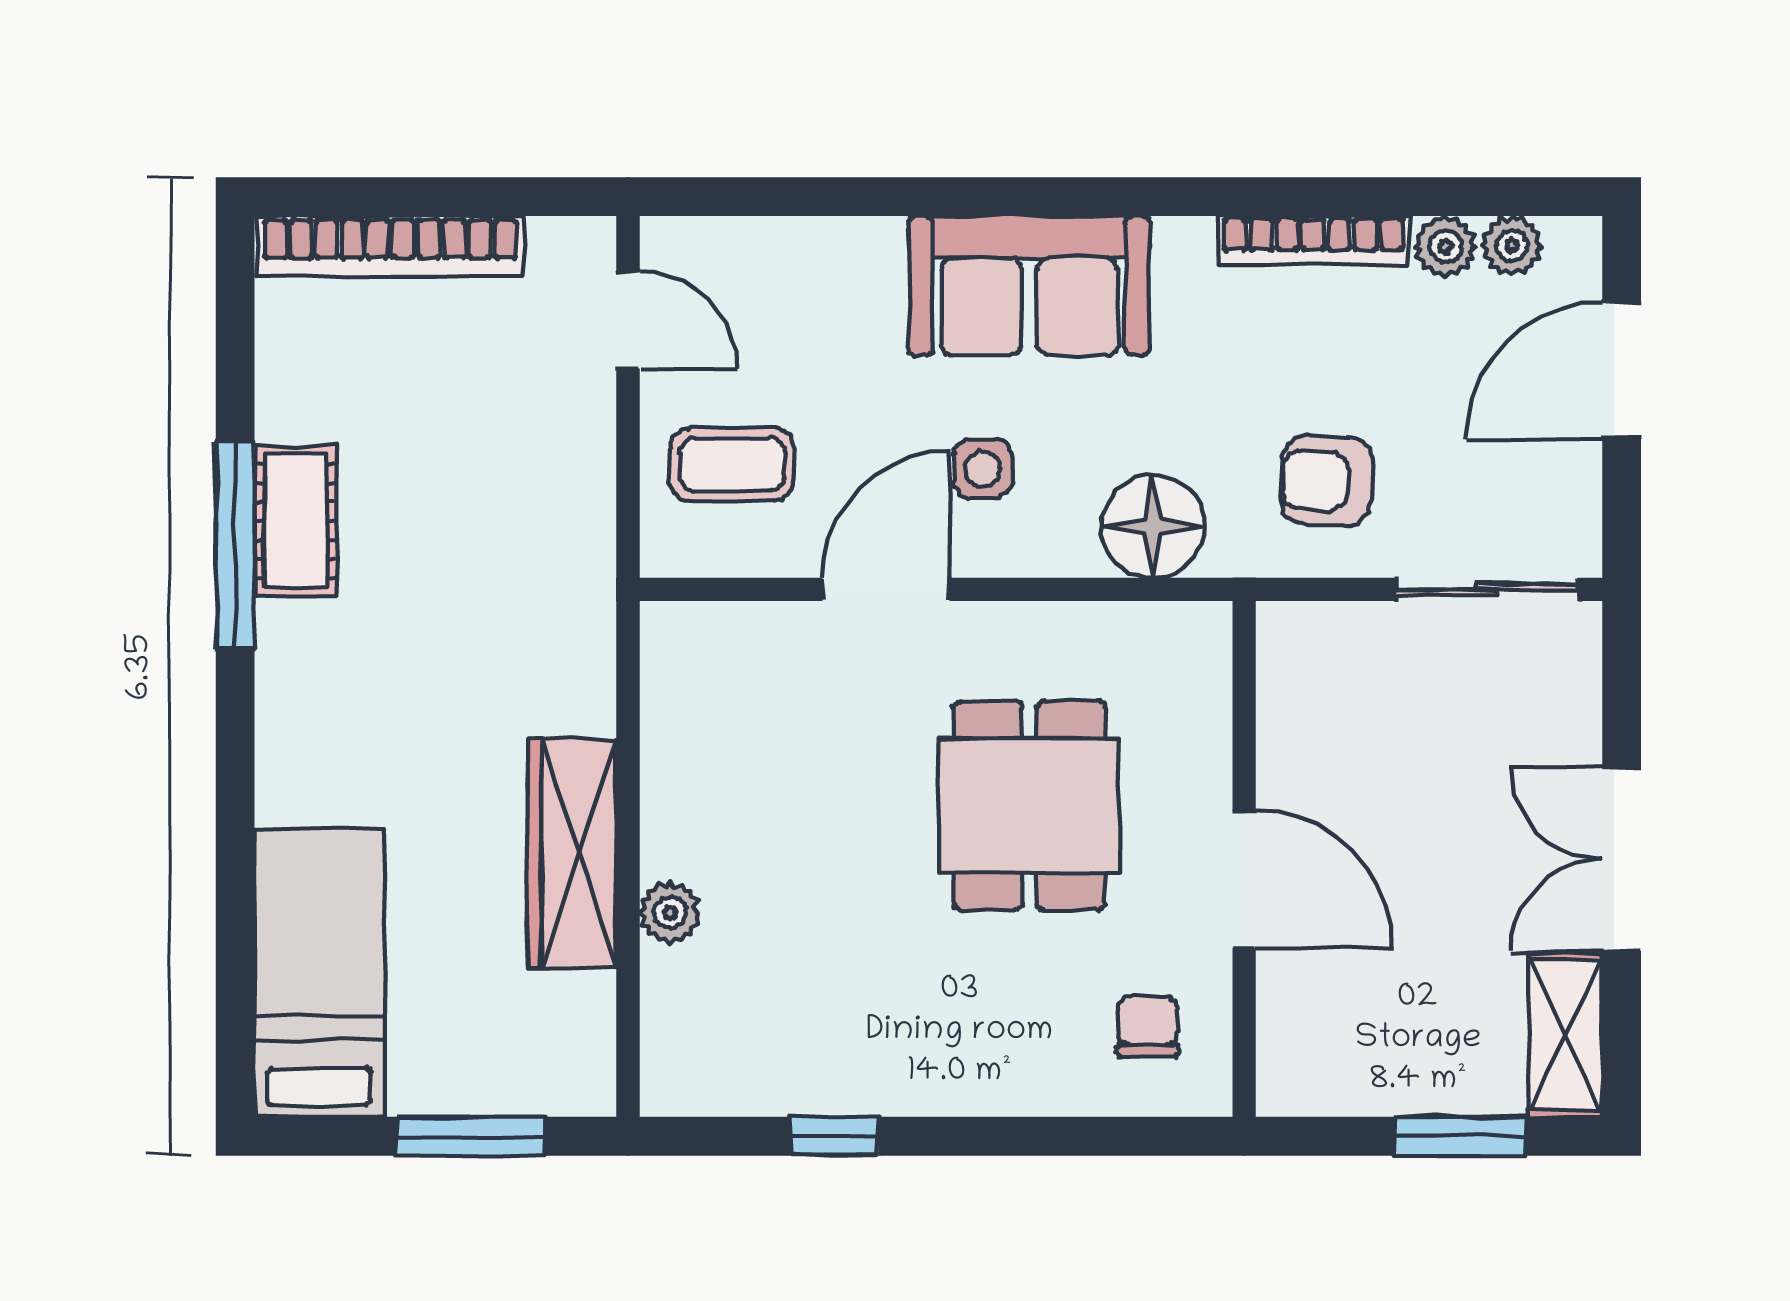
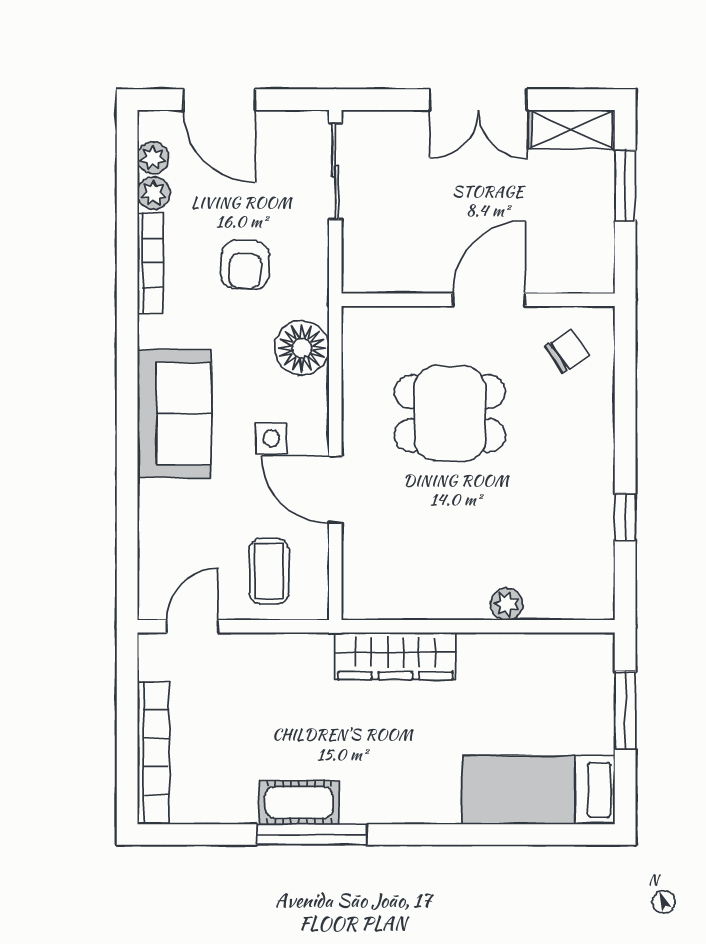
armchair: (1326, 481) -> (245, 265), moved
wardrobe: (572, 853) -> (395, 656), moved
chair: (1148, 1027) -> (567, 351), turned 145

